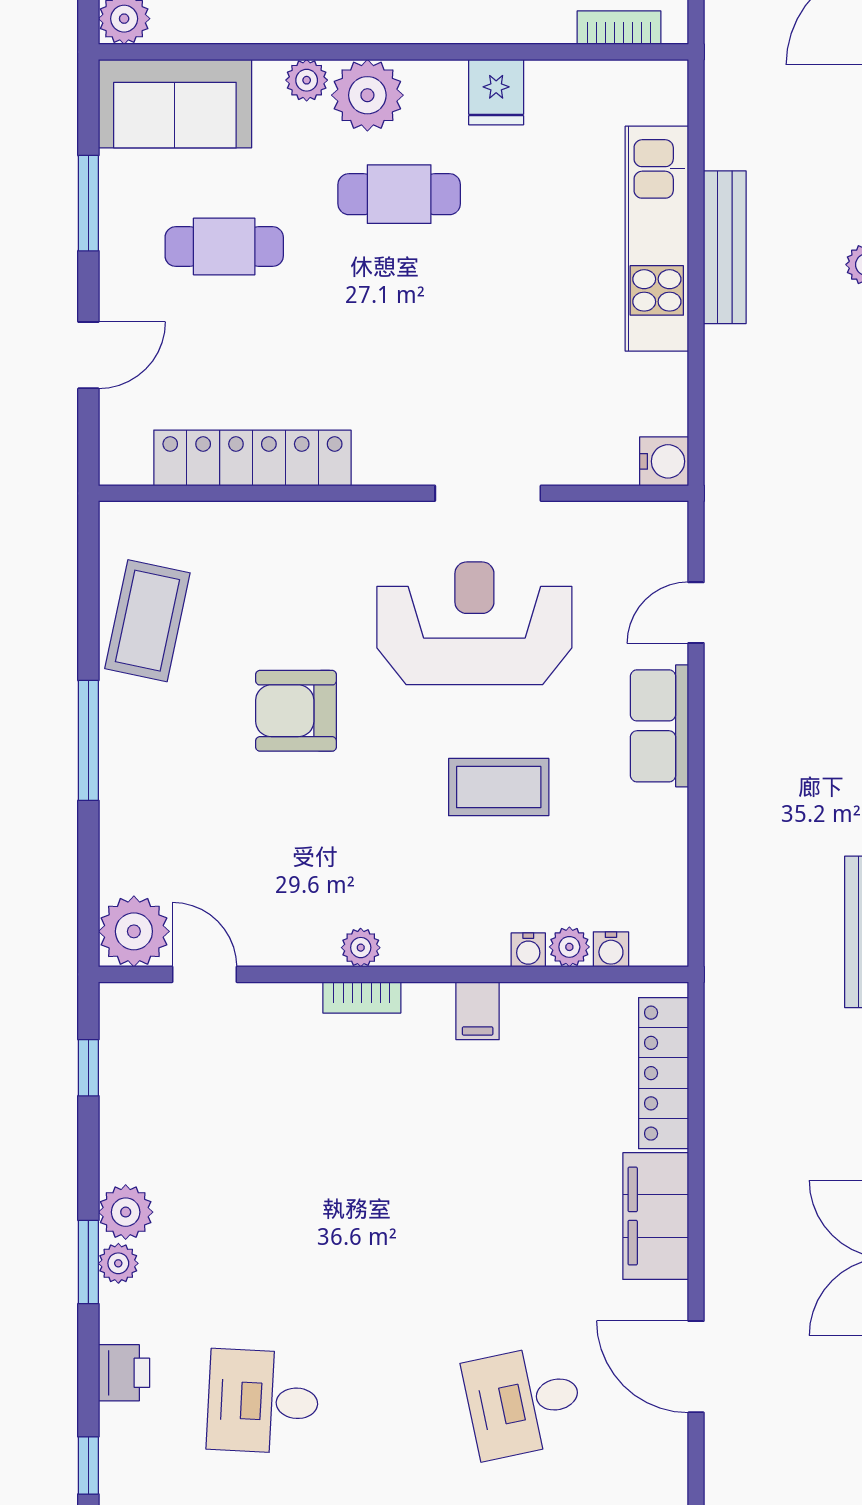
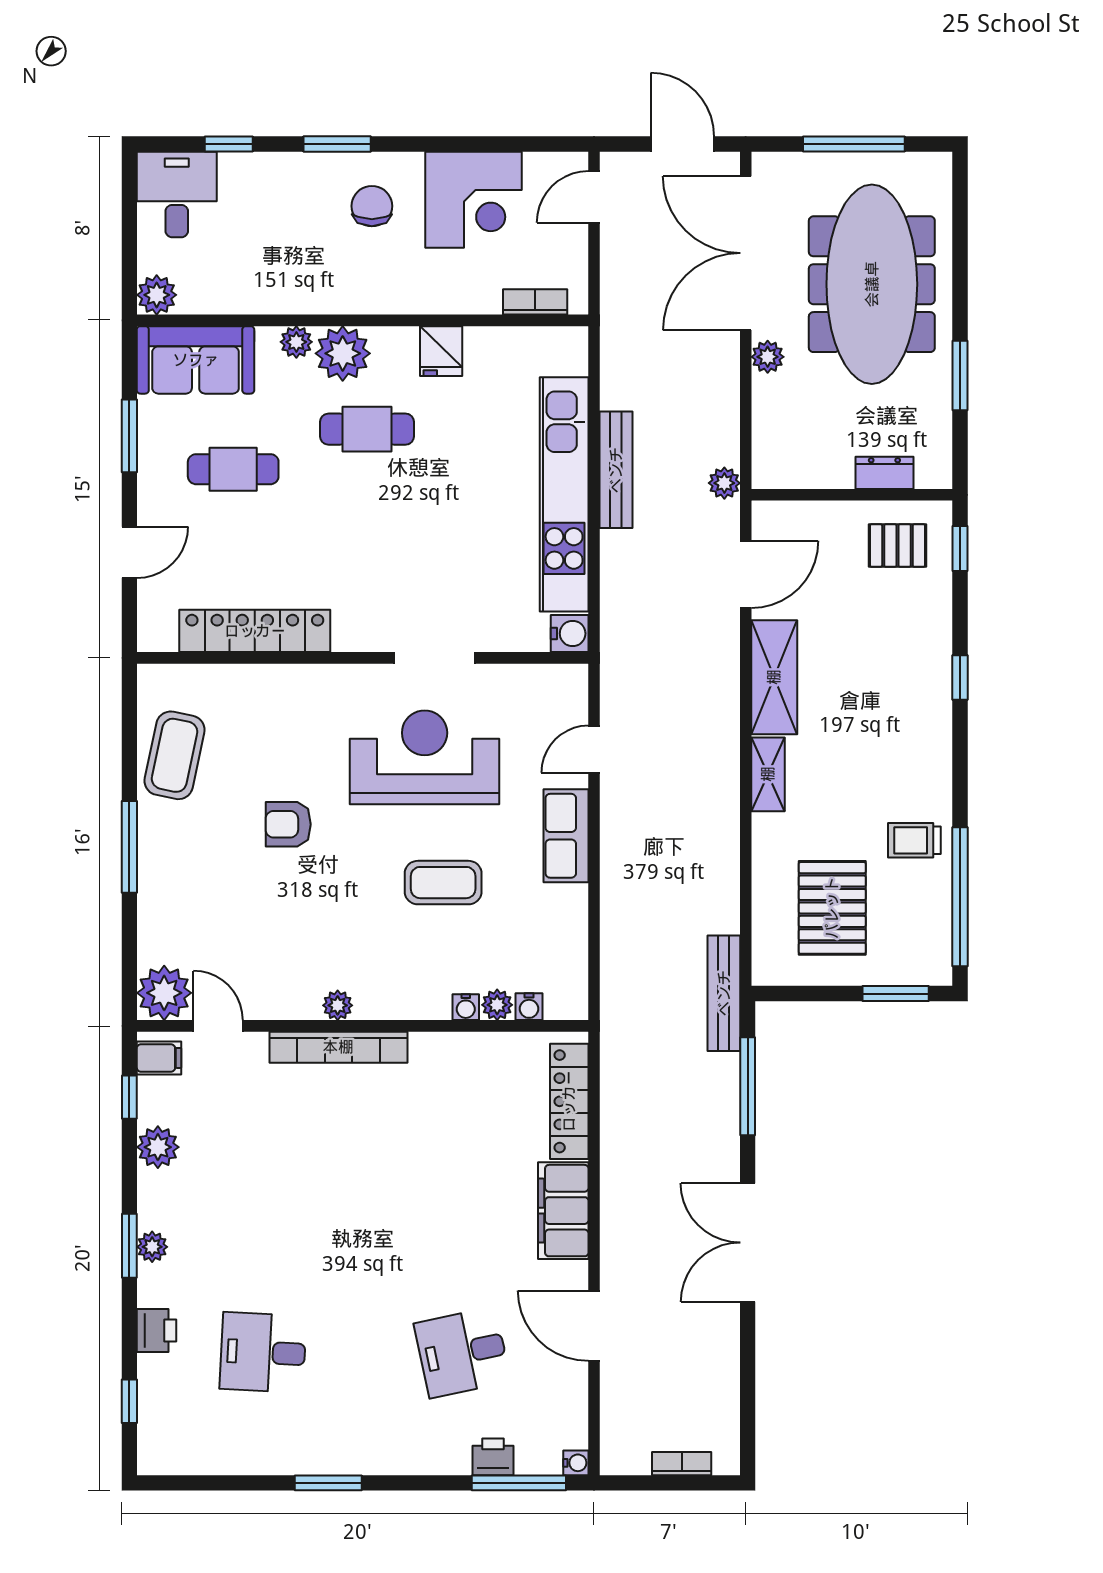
kitchen unit: (657, 239) -> (564, 494), width x1.36
armchair: (296, 711) -> (288, 824), width x0.72, depth x0.72
bookcase: (362, 997) -> (338, 1047), width x2.31, depth x1.31
filing cabinet: (478, 1011) -> (159, 1058), moved, turned -90
plant: (126, 1212) -> (158, 1147), moved

